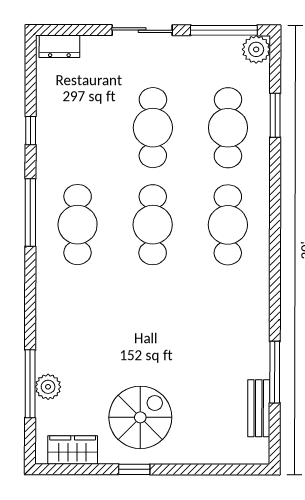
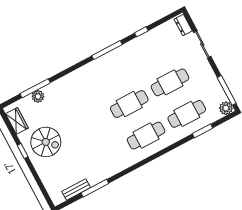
sliding door: (142, 30) -> (202, 44), moved
cafe table: (78, 225) -> (113, 73), removed

